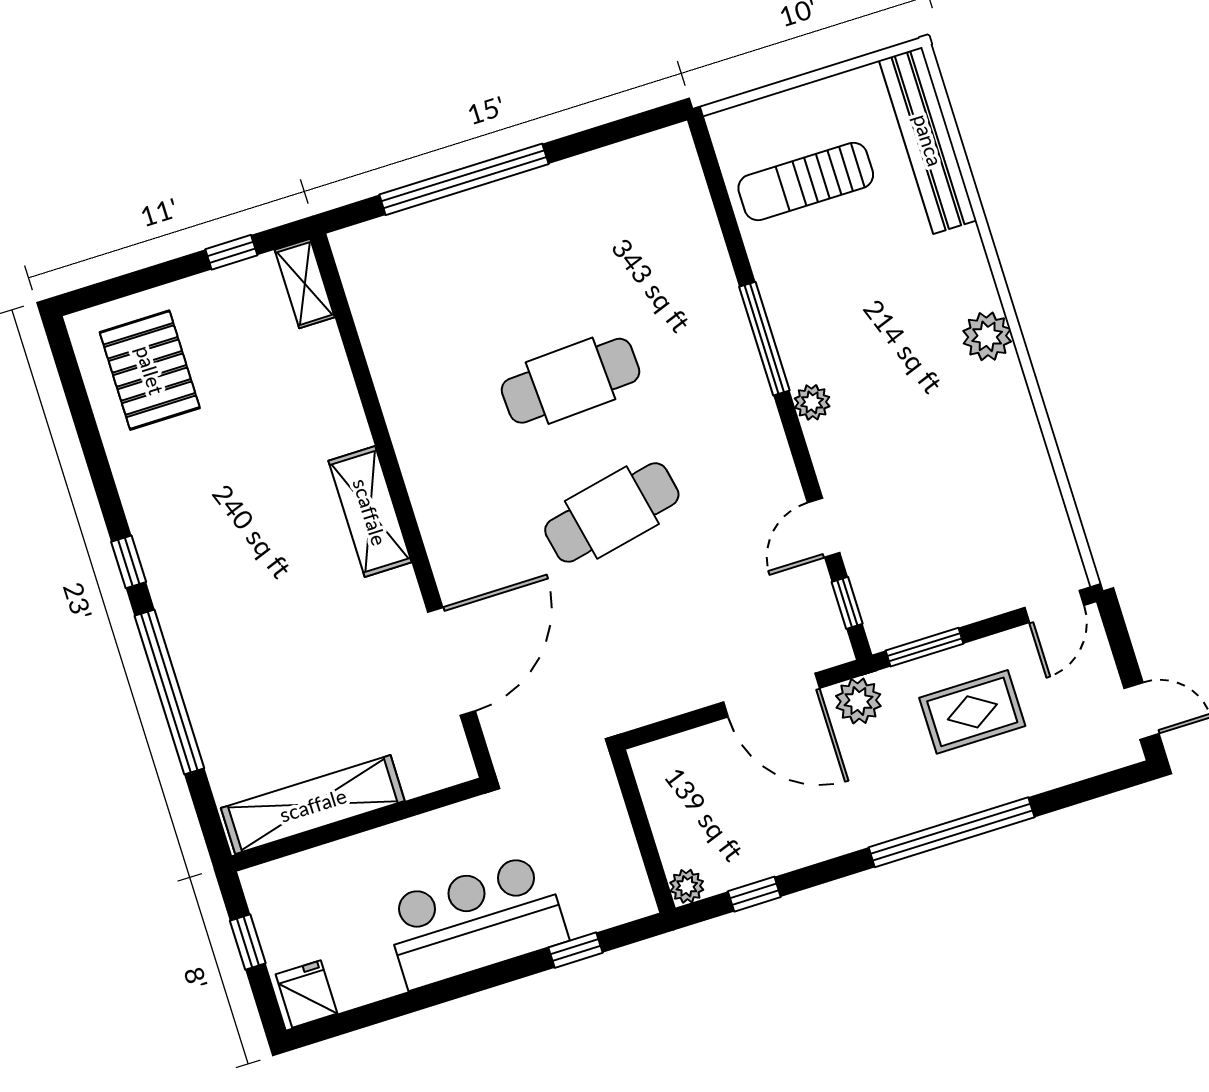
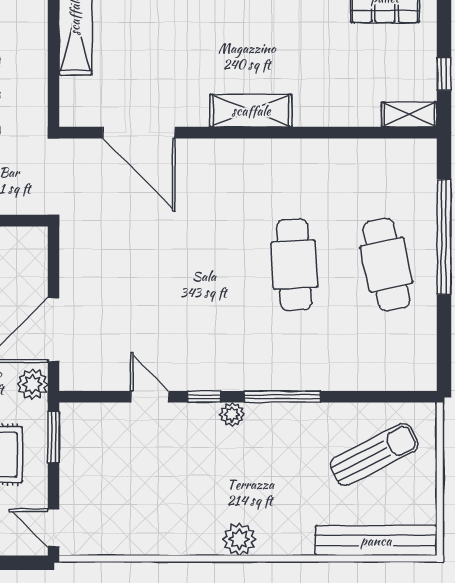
sun lounger: (806, 181) -> (374, 454), turned 63
cafe table: (612, 512) -> (386, 265), moved
window: (847, 603) -> (204, 397), moved

